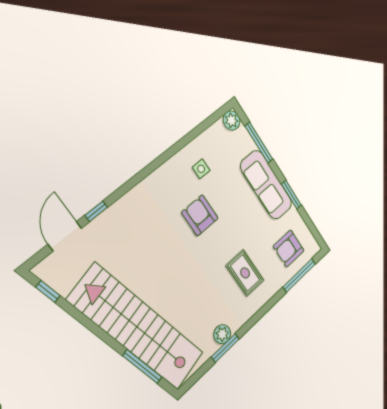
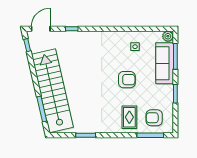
sofa: (266, 185) -> (165, 63), moved
armchair: (200, 215) -> (127, 80), moved, turned 90
door: (65, 236) -> (41, 29), moved
rug: (245, 273) -> (129, 117), moved
plant: (222, 334) -> (89, 128), removed

